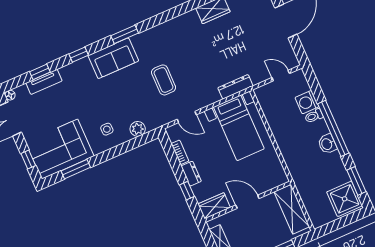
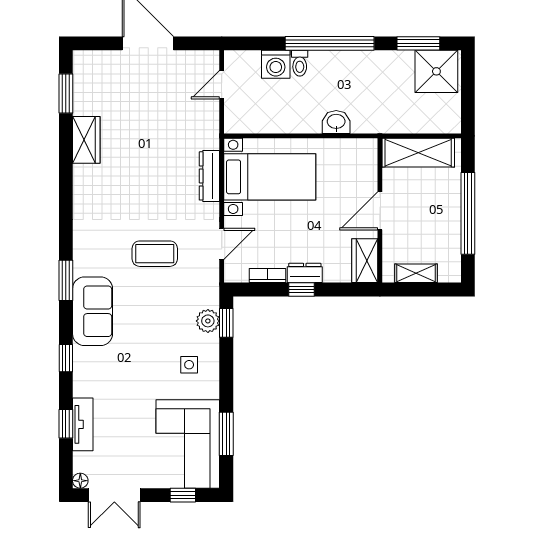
dresser: (235, 87) -> (209, 176), moved
window: (141, 140) -> (226, 323), added
washbasin: (327, 144) -> (336, 122), moved, turned 180
window: (187, 191) -> (301, 290), moved

